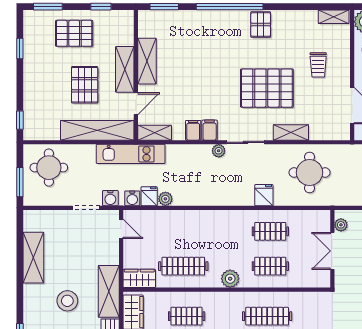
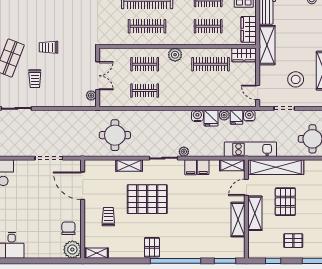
pallet: (74, 33) -> (293, 241), width x0.67, depth x0.71
fridge: (264, 195) -> (211, 118), moved
water cooler: (110, 198) -> (197, 116), moved
stool: (67, 301) -> (296, 79), moved

